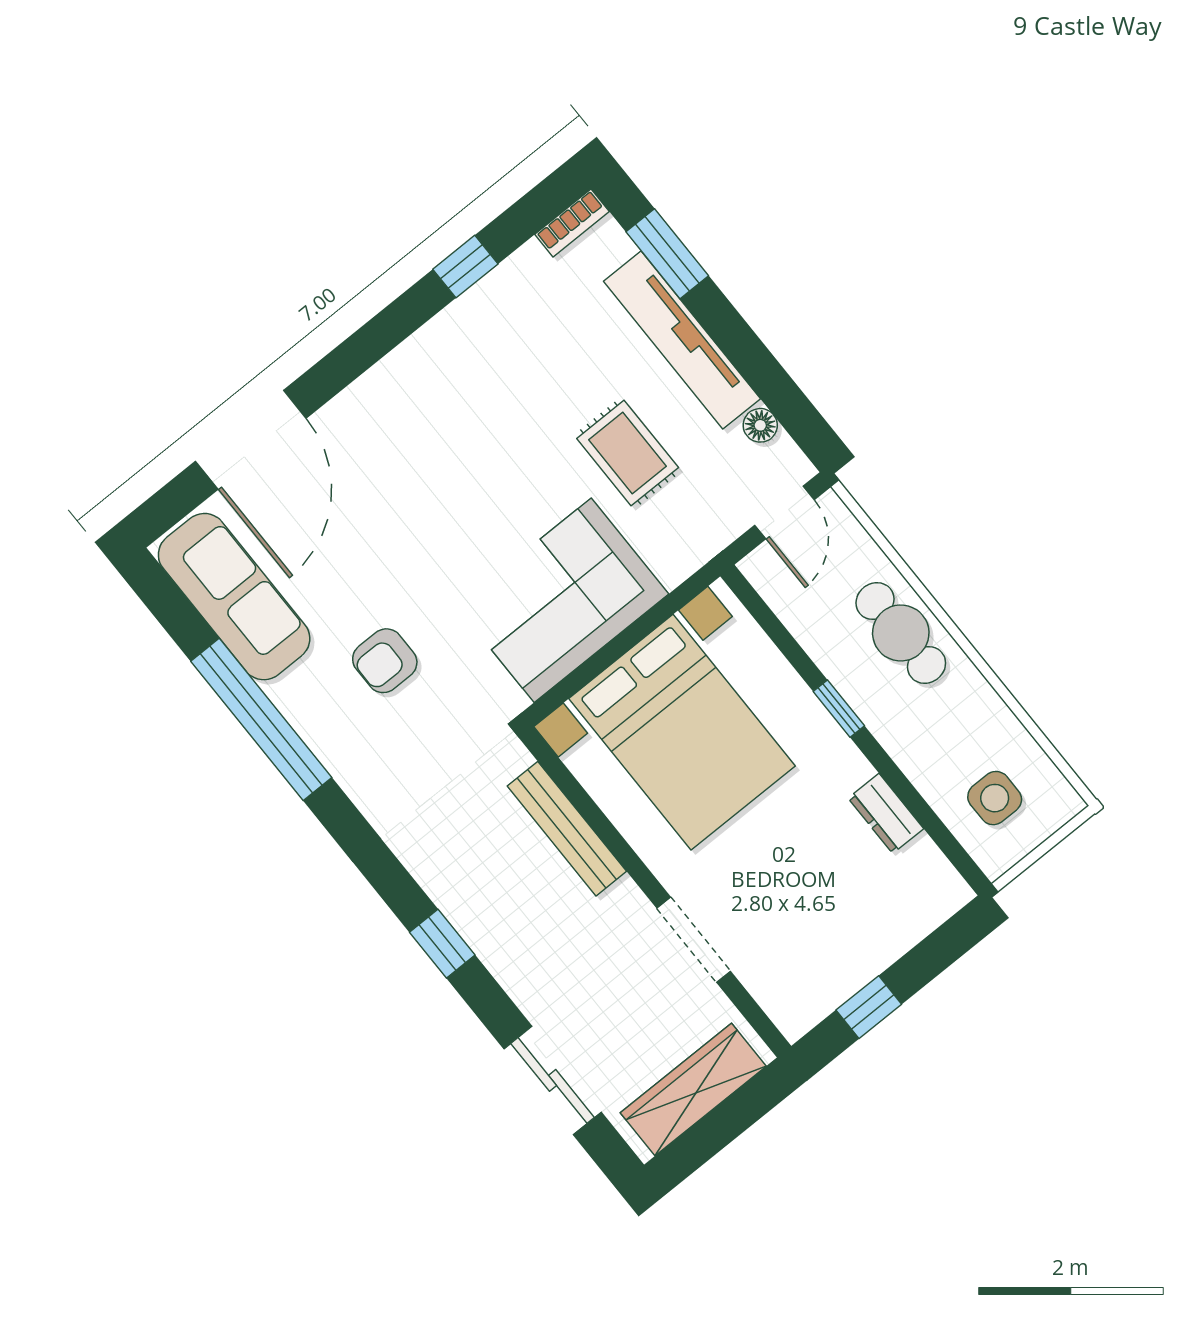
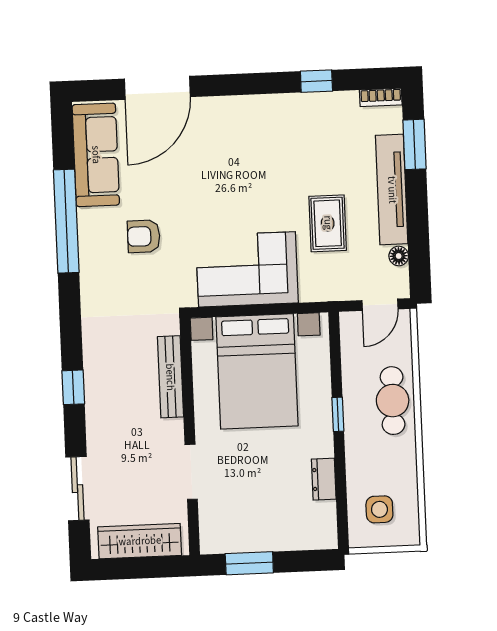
window: (869, 1007) -> (249, 563), width x1.50

